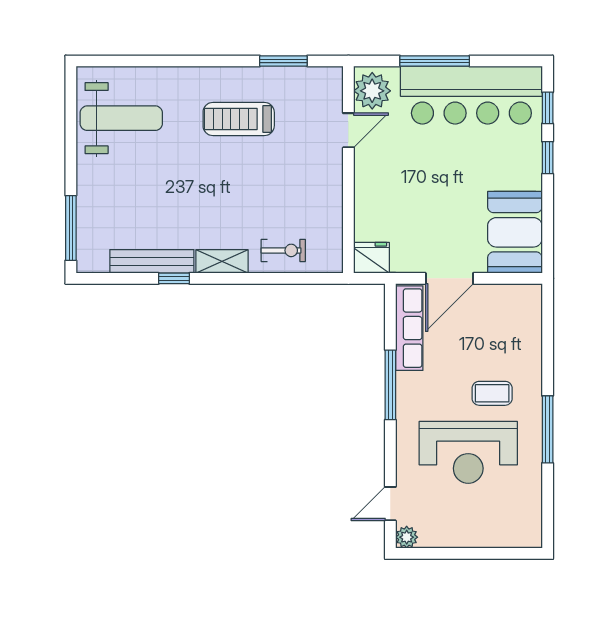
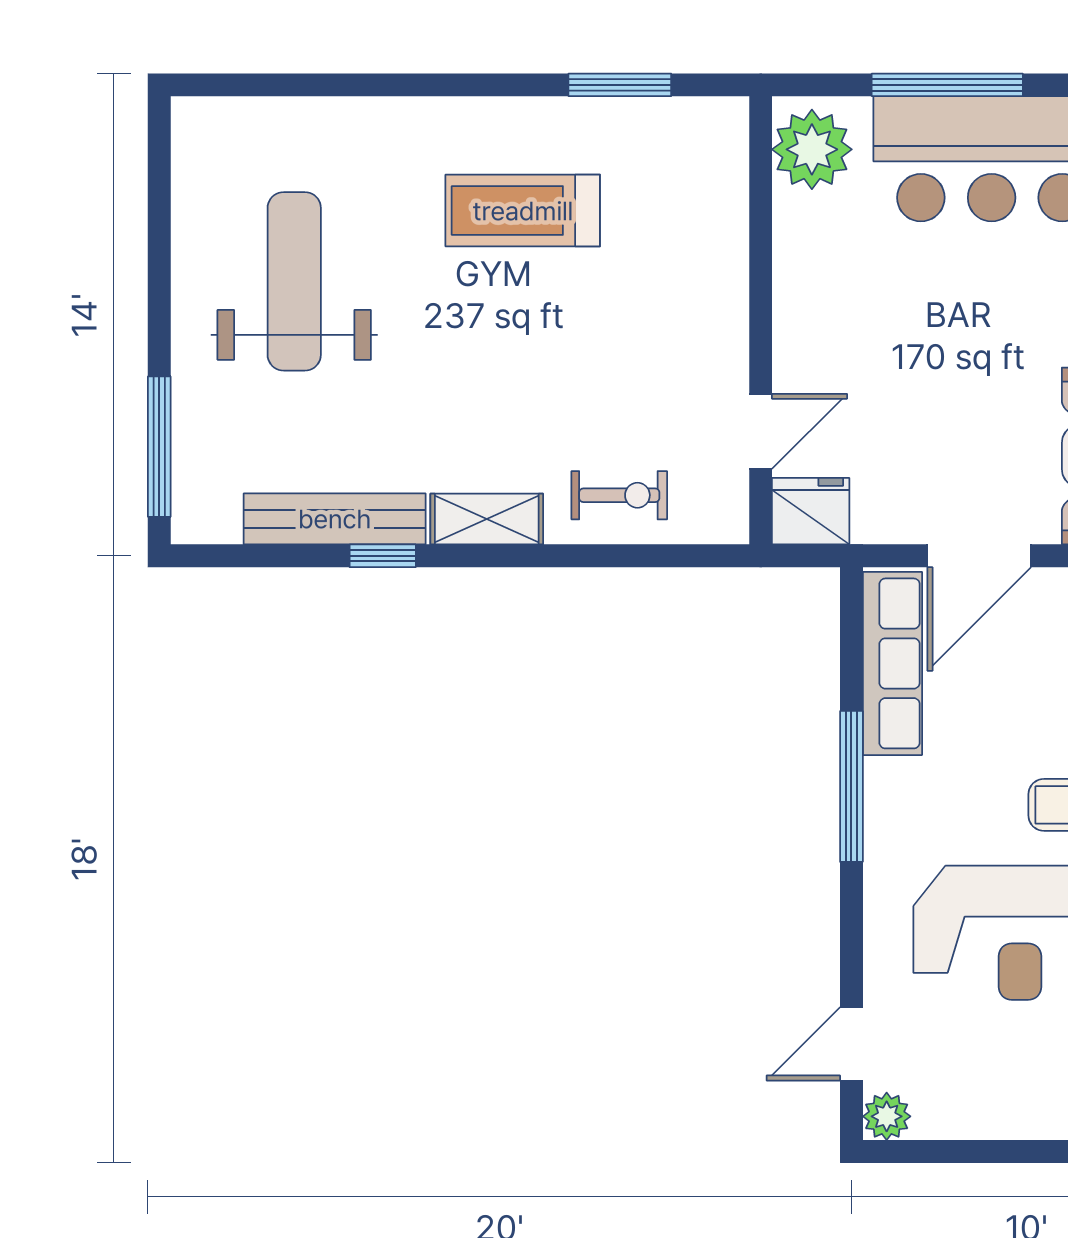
weight bench: (121, 118) -> (294, 281), moved, turned -90
door: (348, 130) -> (761, 431), moved

